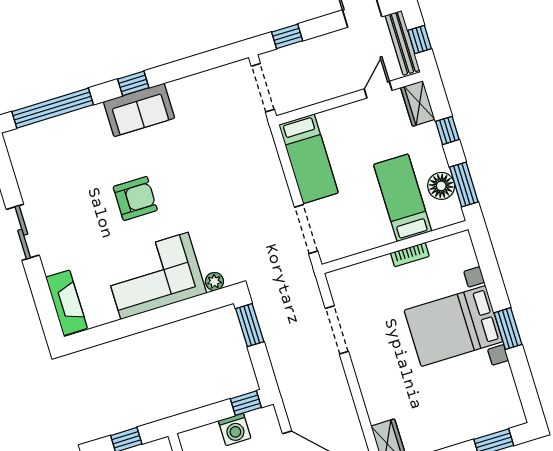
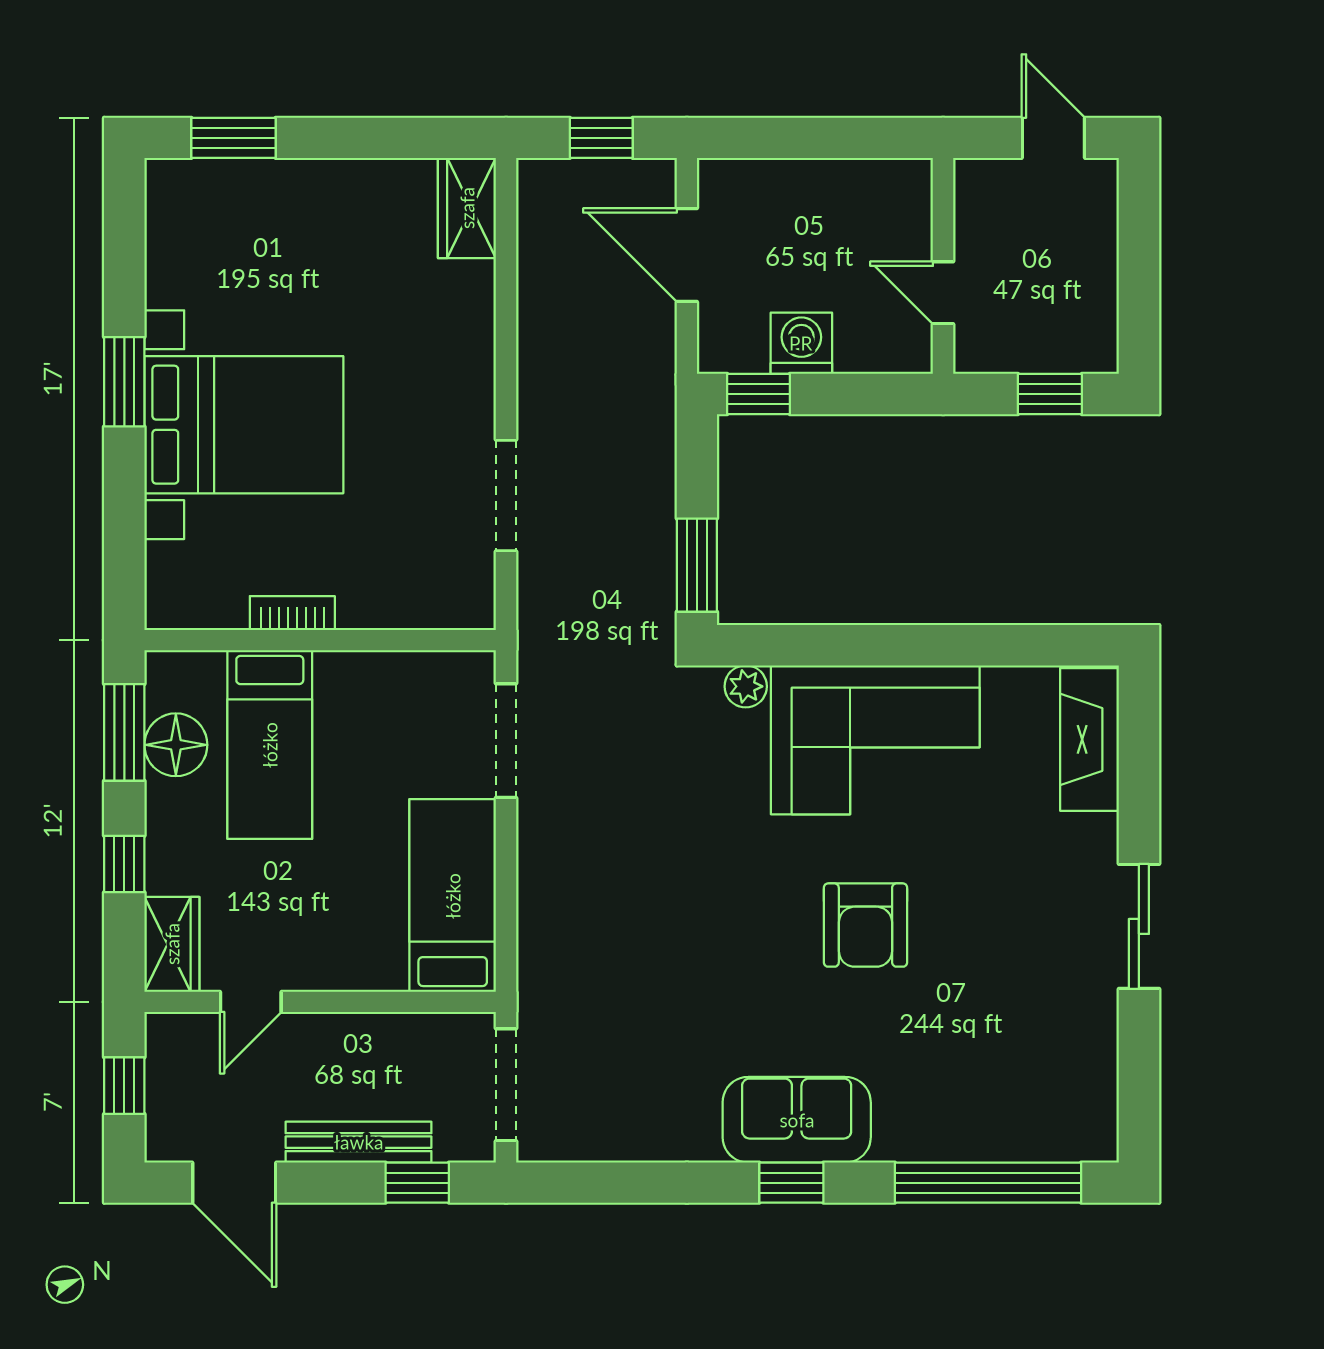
bench: (402, 43) -> (359, 1142), moved, turned 90
armchair: (135, 198) -> (865, 925), turned -90

